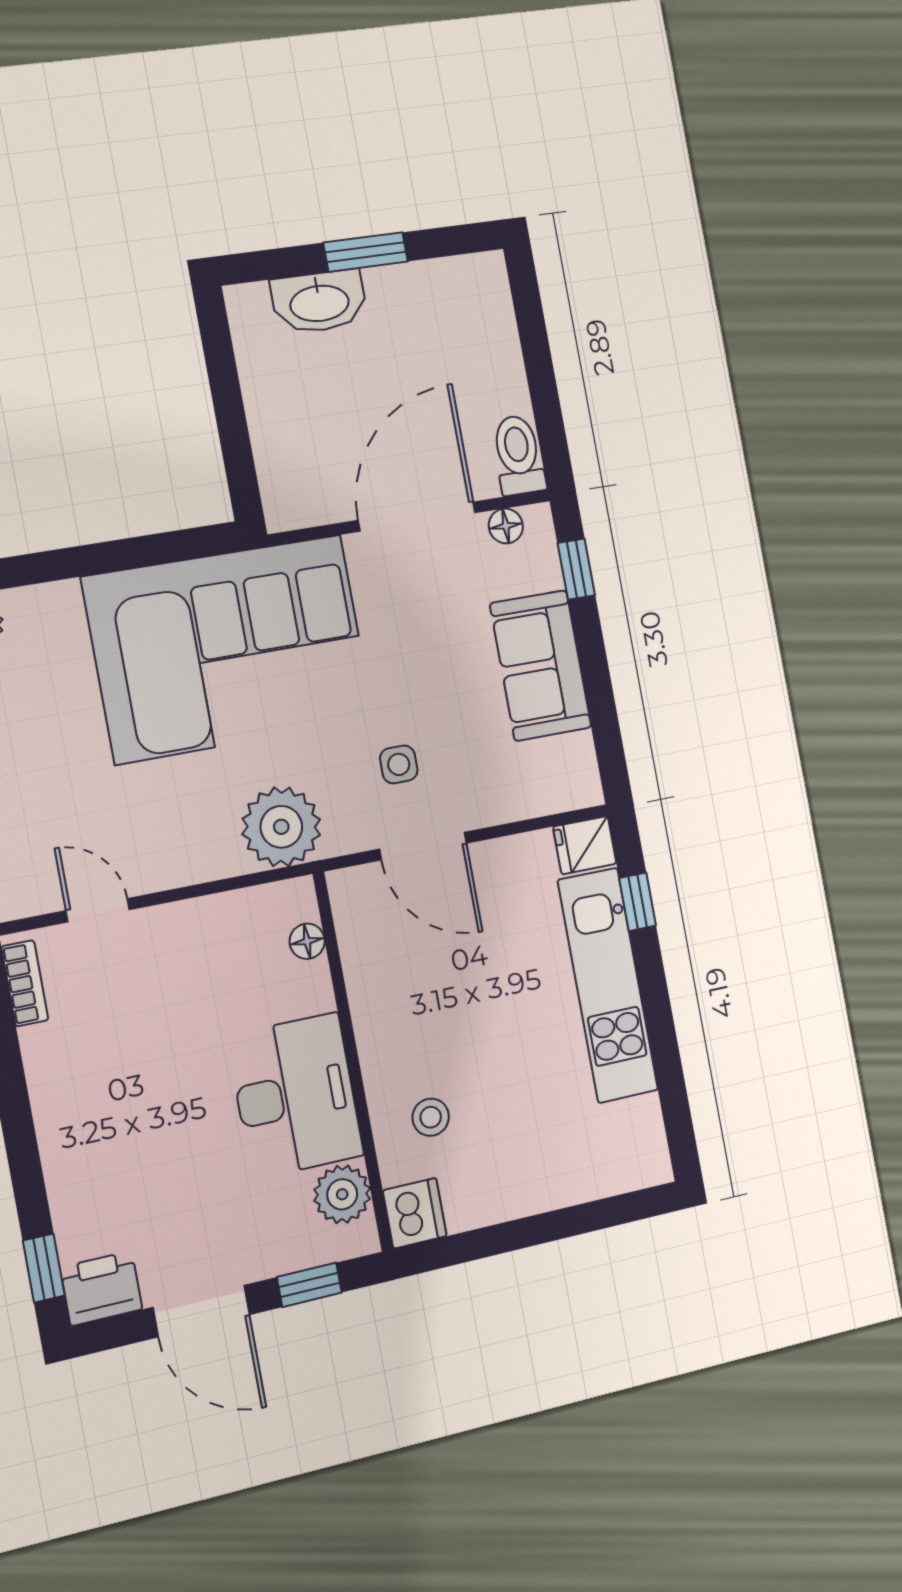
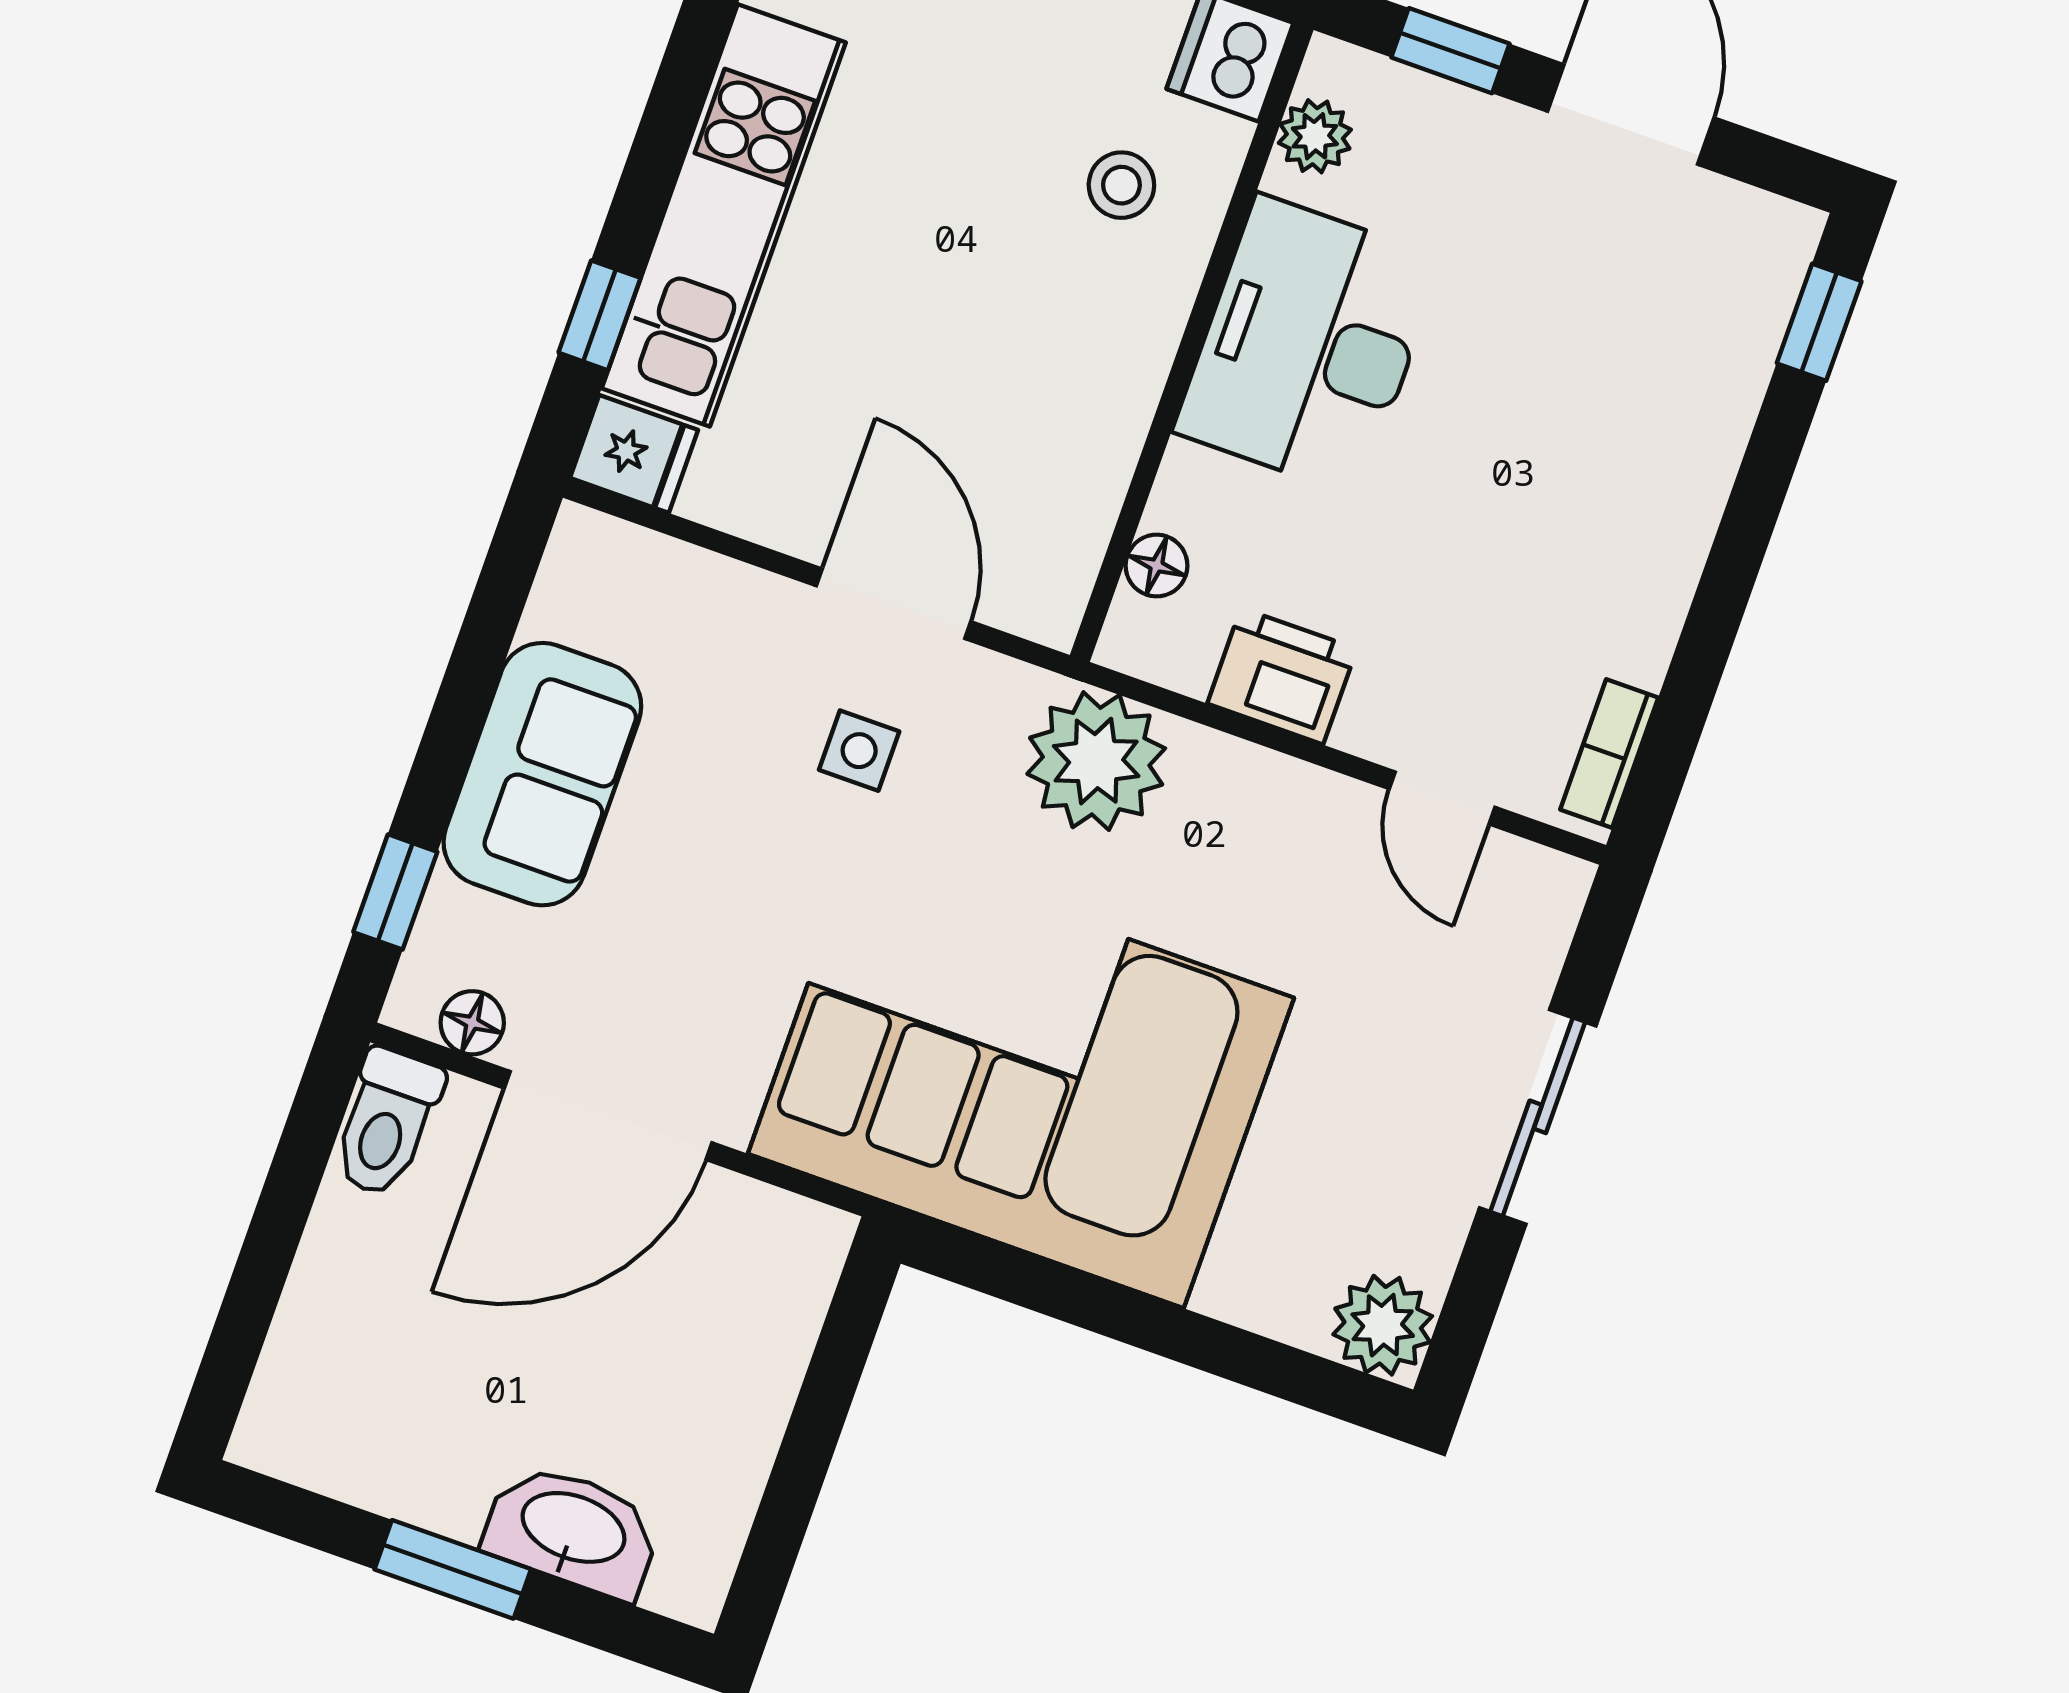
plant: (342, 1194) -> (1315, 136), width x0.73, depth x0.73
printer: (101, 1288) -> (1282, 676), moved, turned 180

